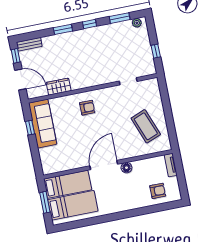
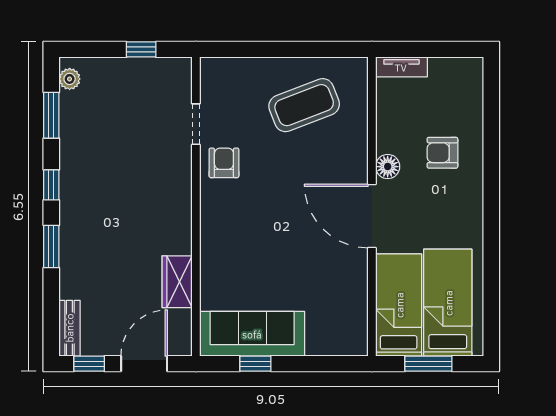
armchair: (87, 108) -> (224, 163), moved
armchair: (158, 191) -> (442, 153), moved, turned -90

